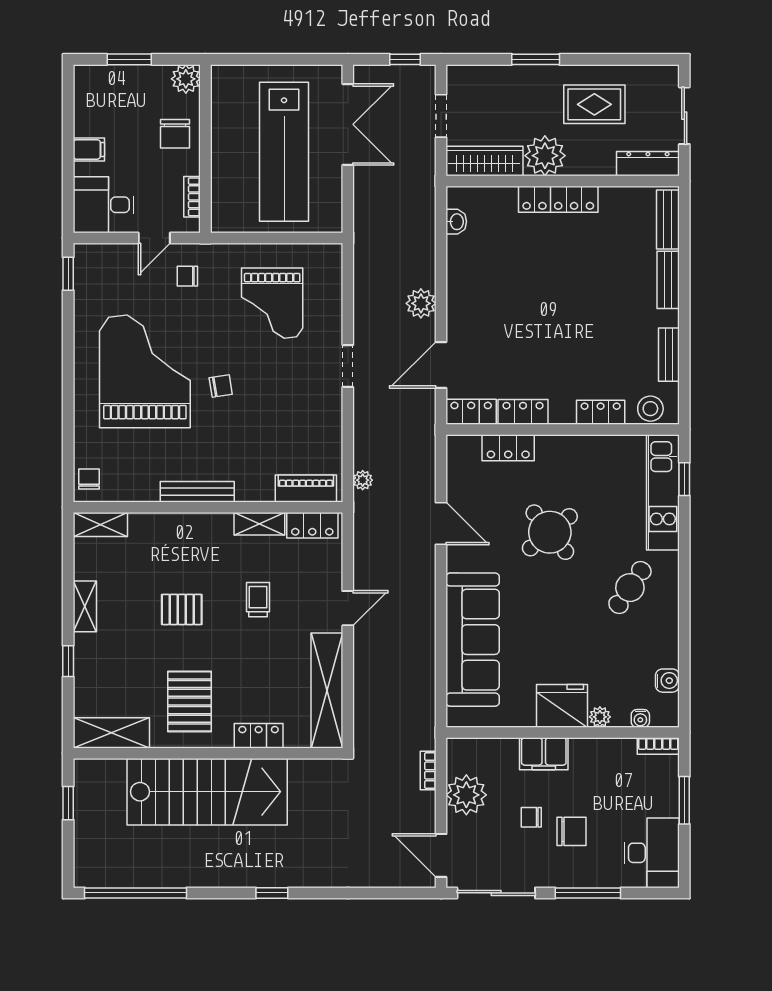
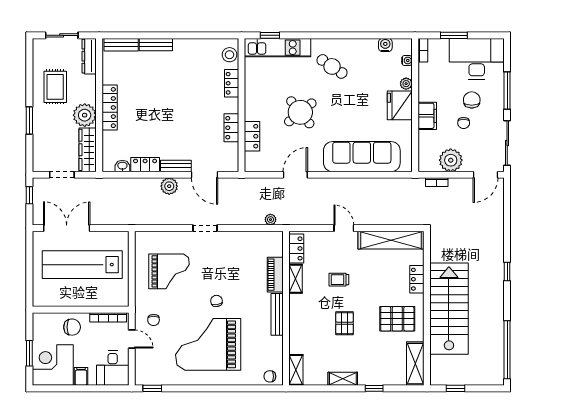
plant: (186, 79) -> (41, 321), removed
corner desk: (109, 100) -> (53, 365), added
lab bench: (284, 152) -> (82, 265), turned 180
bookcase: (192, 197) -> (108, 317), width x1.56
bench: (669, 355) -> (176, 166), moved
locker: (471, 412) -> (145, 165), moved, turned 90
piano: (306, 488) -> (275, 275), moved
desk: (652, 853) -> (477, 59), width x1.36, depth x1.30

